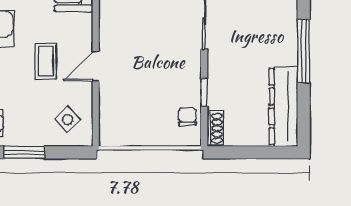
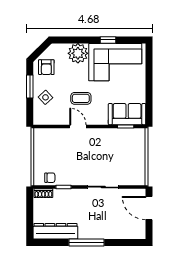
side table: (68, 120) -> (45, 97), moved

